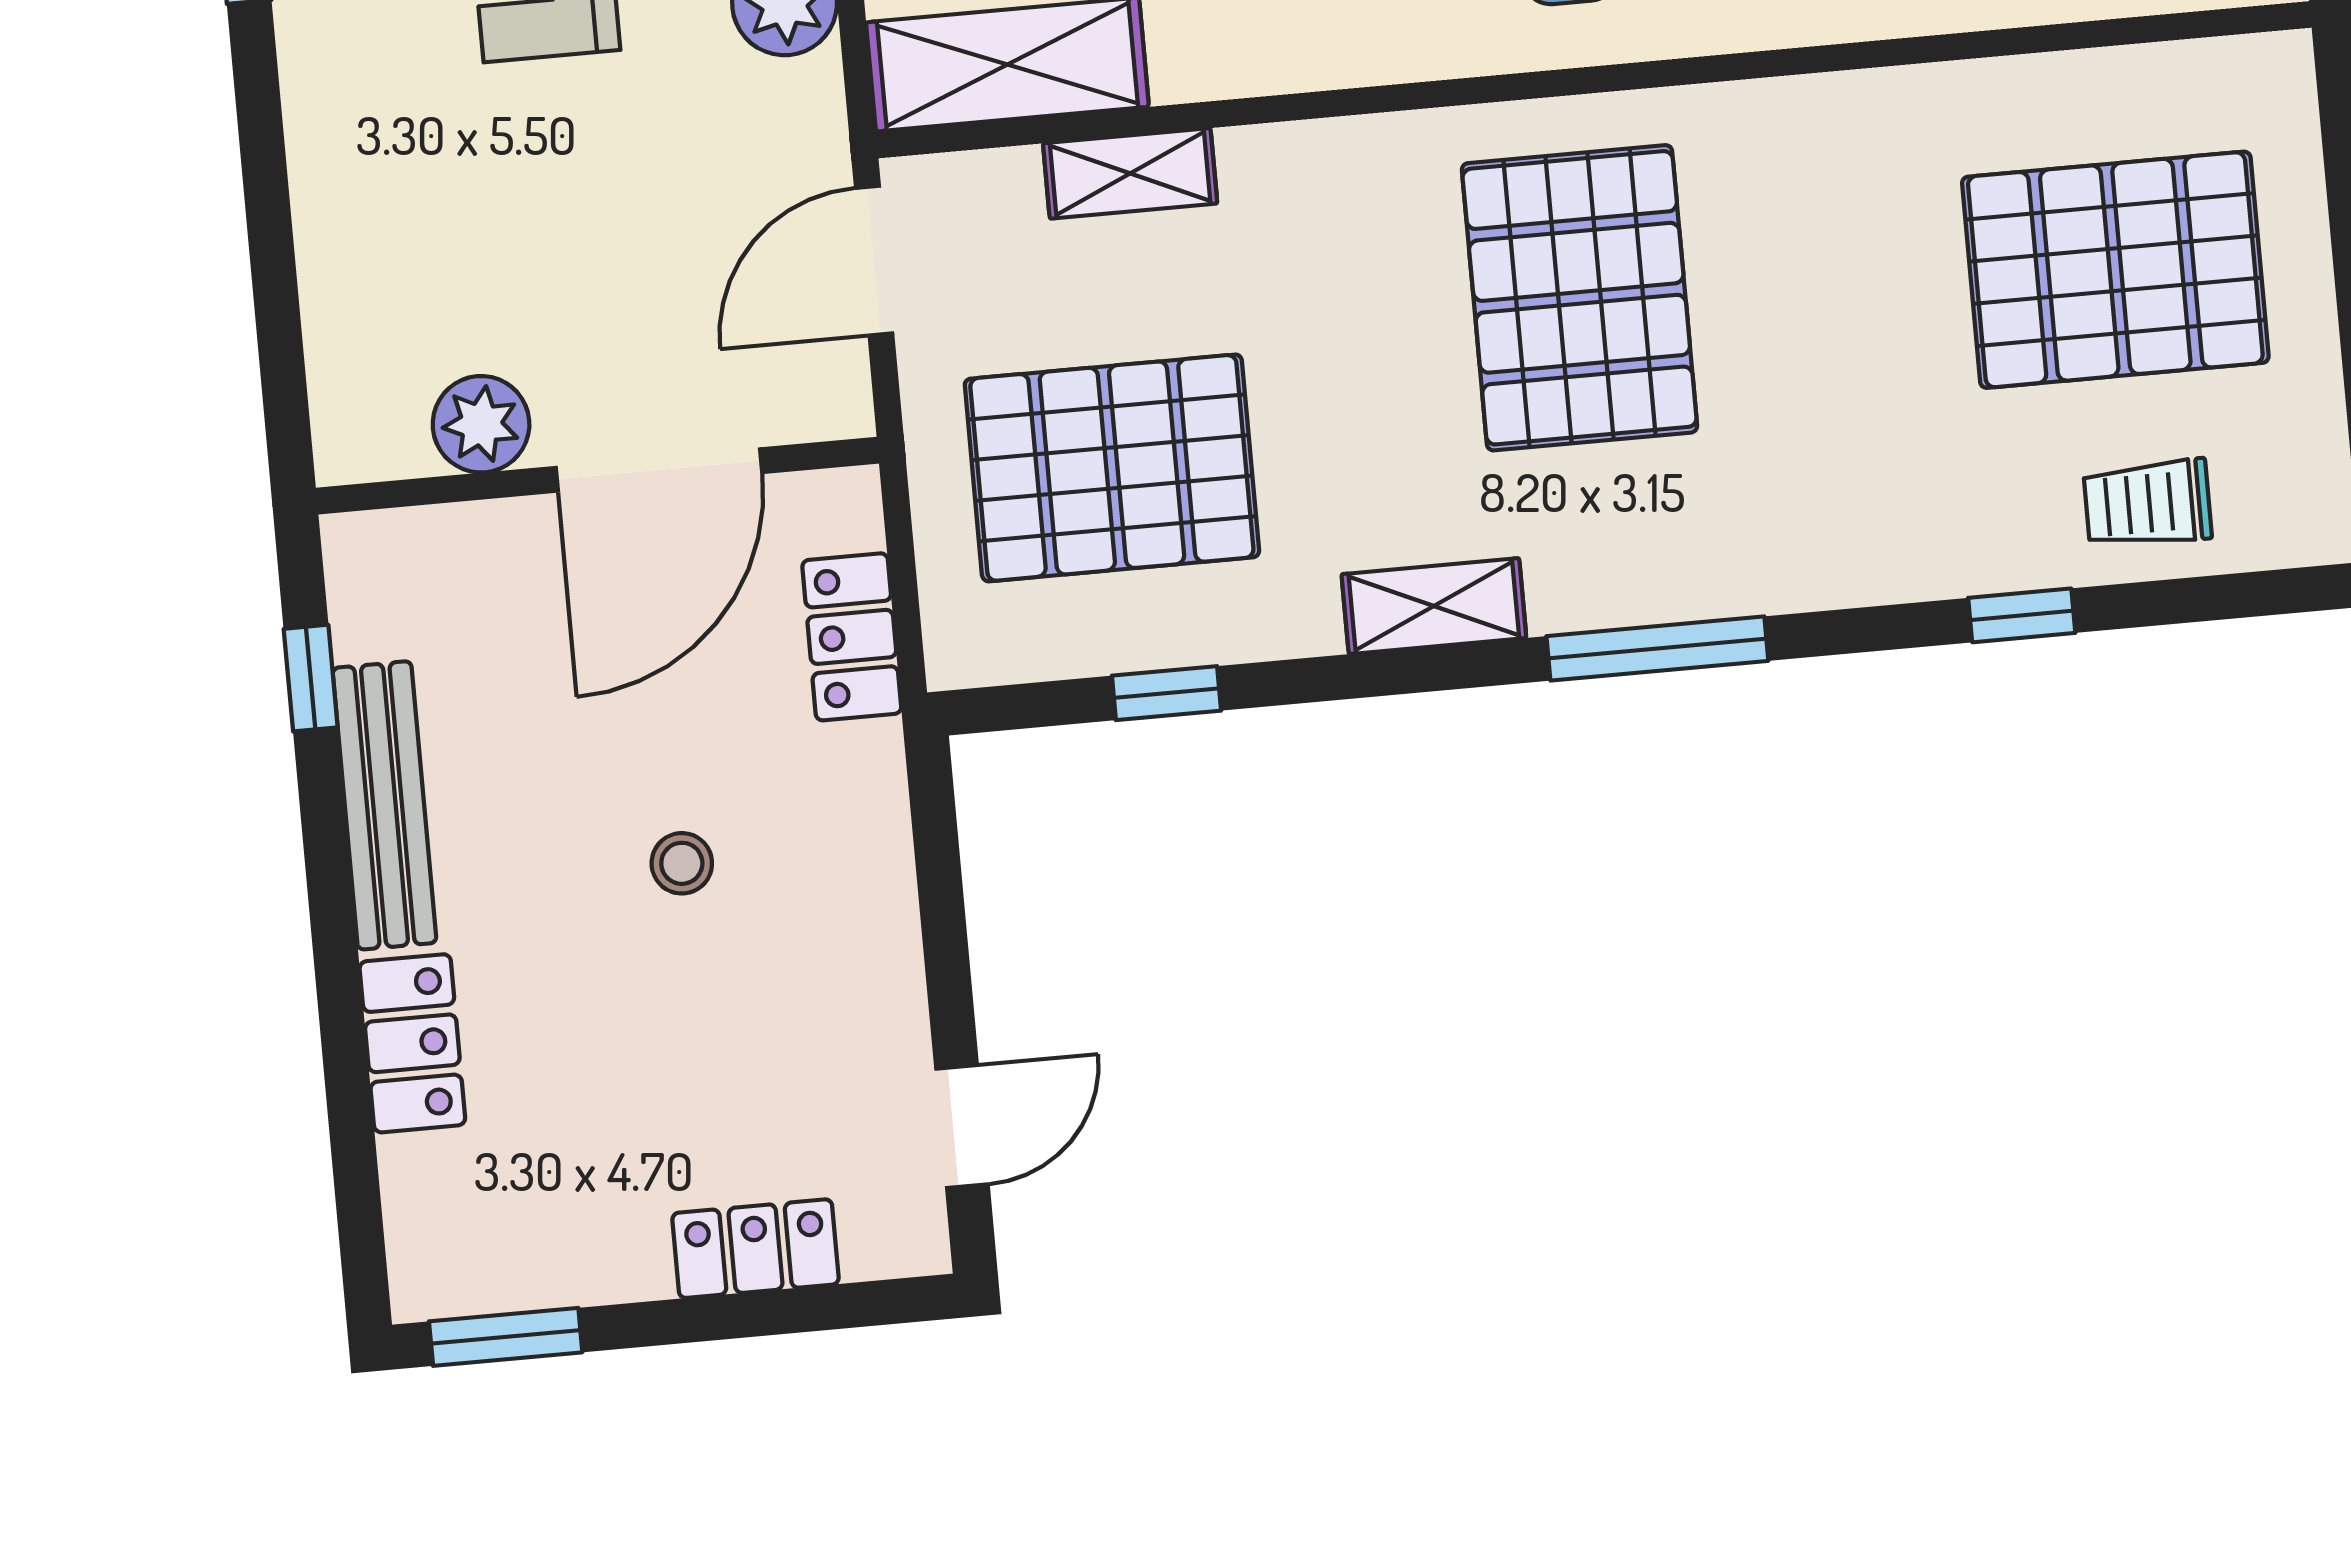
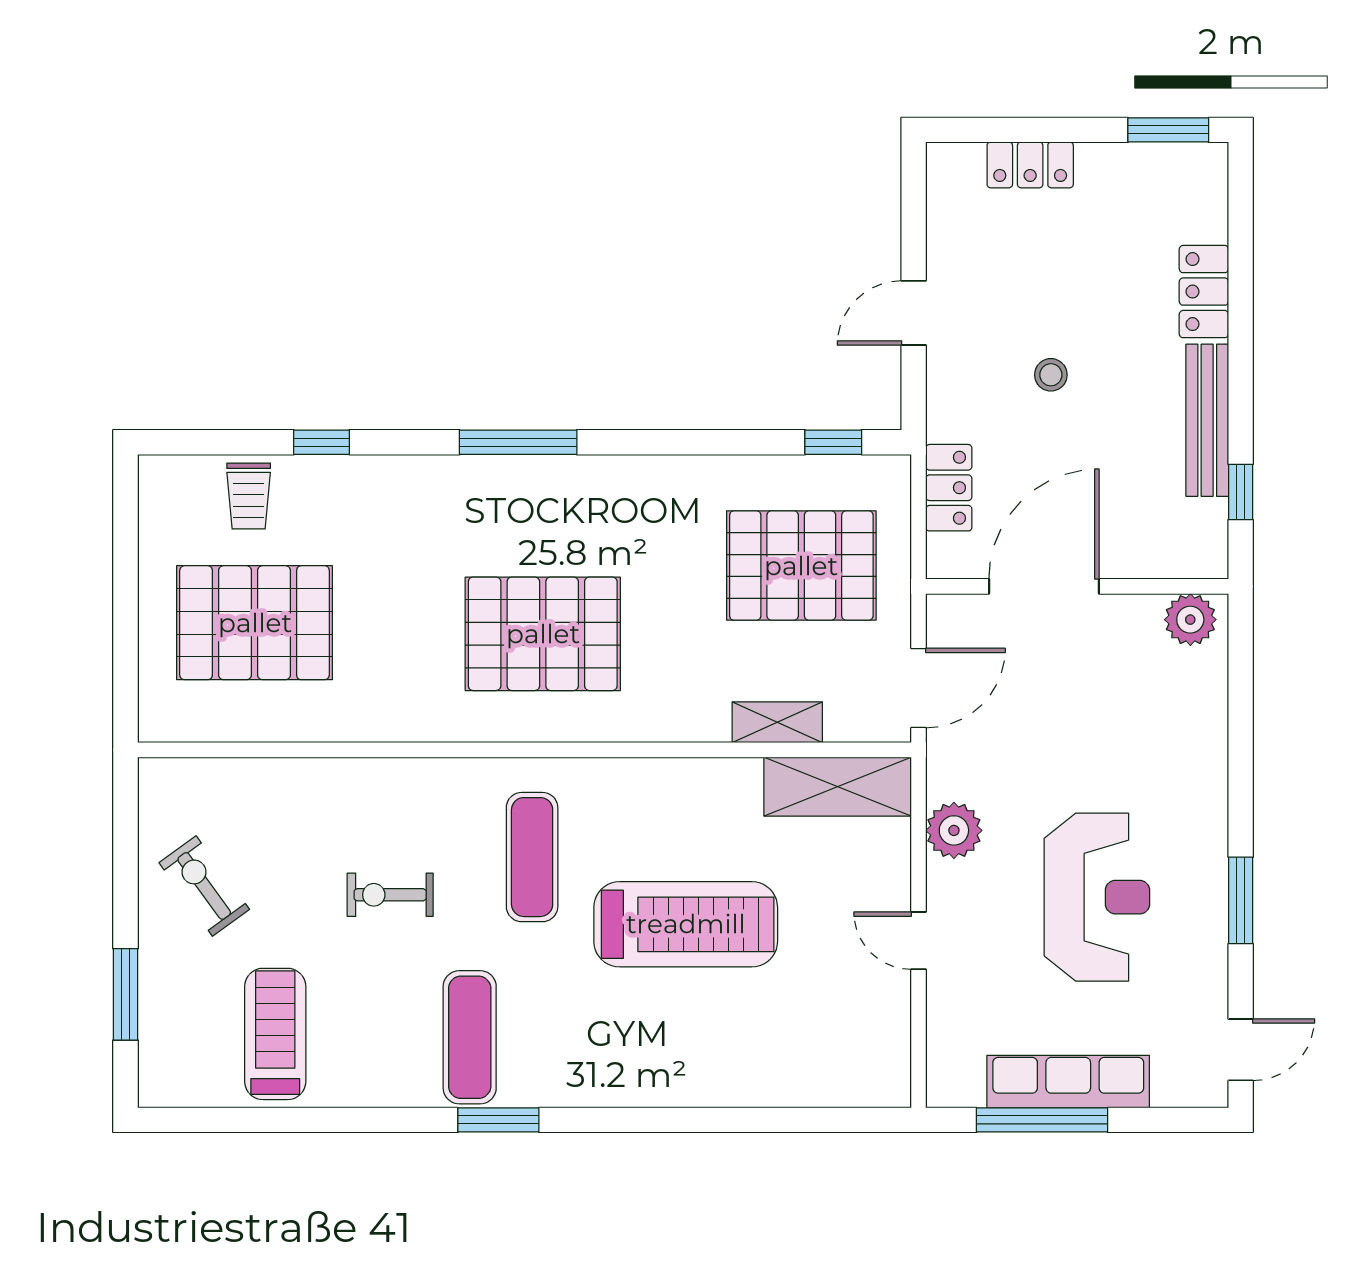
pallet: (1580, 298) -> (543, 634), turned 90
plant: (481, 424) -> (1190, 620), moved
trolley: (2148, 503) -> (249, 496), turned 90
shelving: (1434, 606) -> (636, 476), removed
window: (1166, 693) -> (833, 442), moved
door: (962, 1127) -> (914, 313), moved

